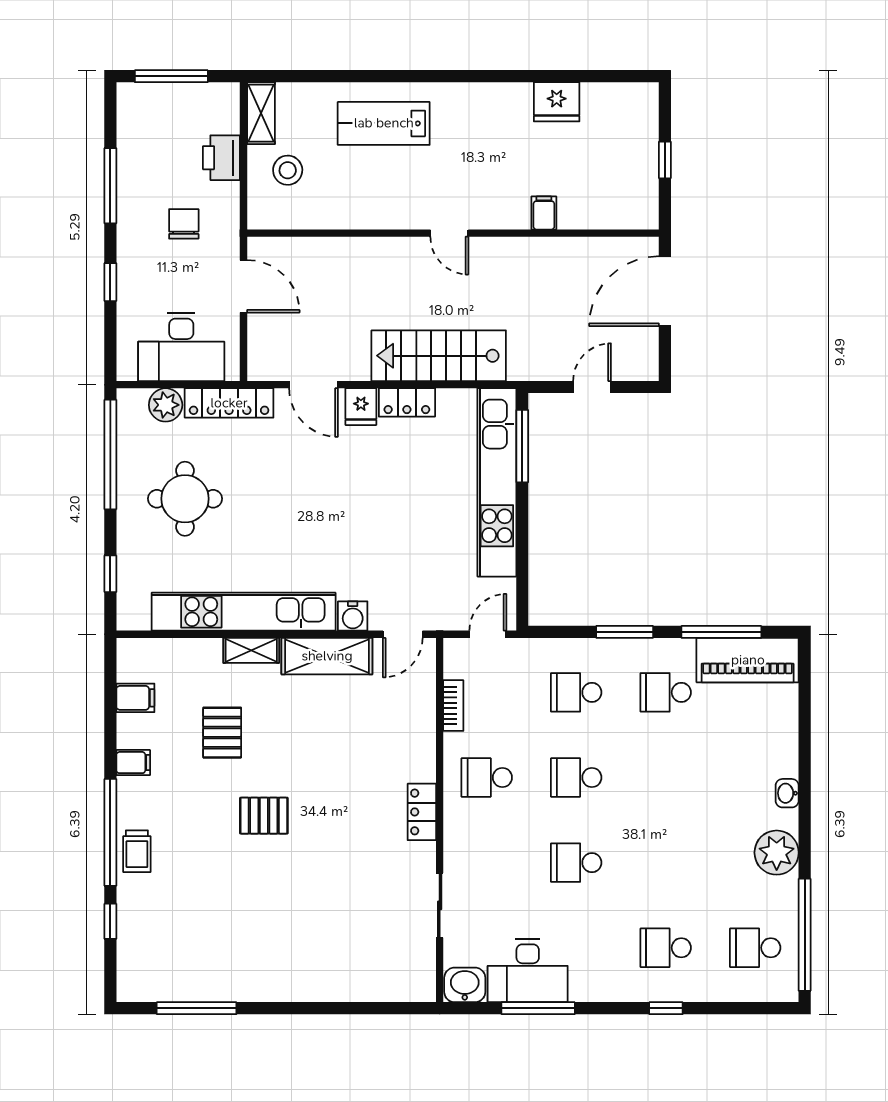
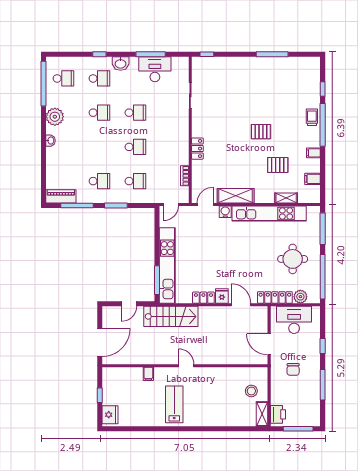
fridge: (557, 102) -> (110, 415), moved, turned 90
lab bench: (384, 123) -> (174, 404), moved, turned -90
printer: (221, 158) -> (278, 414), moved
stairs: (439, 356) -> (171, 316), moved
window: (110, 574) -> (323, 229), width x2.17
shelving: (251, 650) -> (286, 198), moved
piano: (748, 660) -> (61, 196), width x0.73, depth x0.75
pallet: (222, 733) -> (278, 165), turned 90
school desk: (487, 777) -> (99, 113), moved
locker: (422, 812) -> (197, 149), moved
washbasin: (465, 985) -> (121, 64), moved
window: (197, 1008) -> (272, 54), moved
window: (398, 1008) -> (207, 54), added

